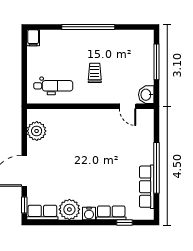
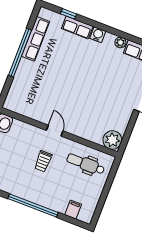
filing cabinet: (33, 38) -> (73, 210), moved
door: (128, 106) -> (55, 131), moved
plant: (37, 131) -> (112, 140), moved
plant: (69, 209) -> (120, 42), width x0.53, depth x0.53

